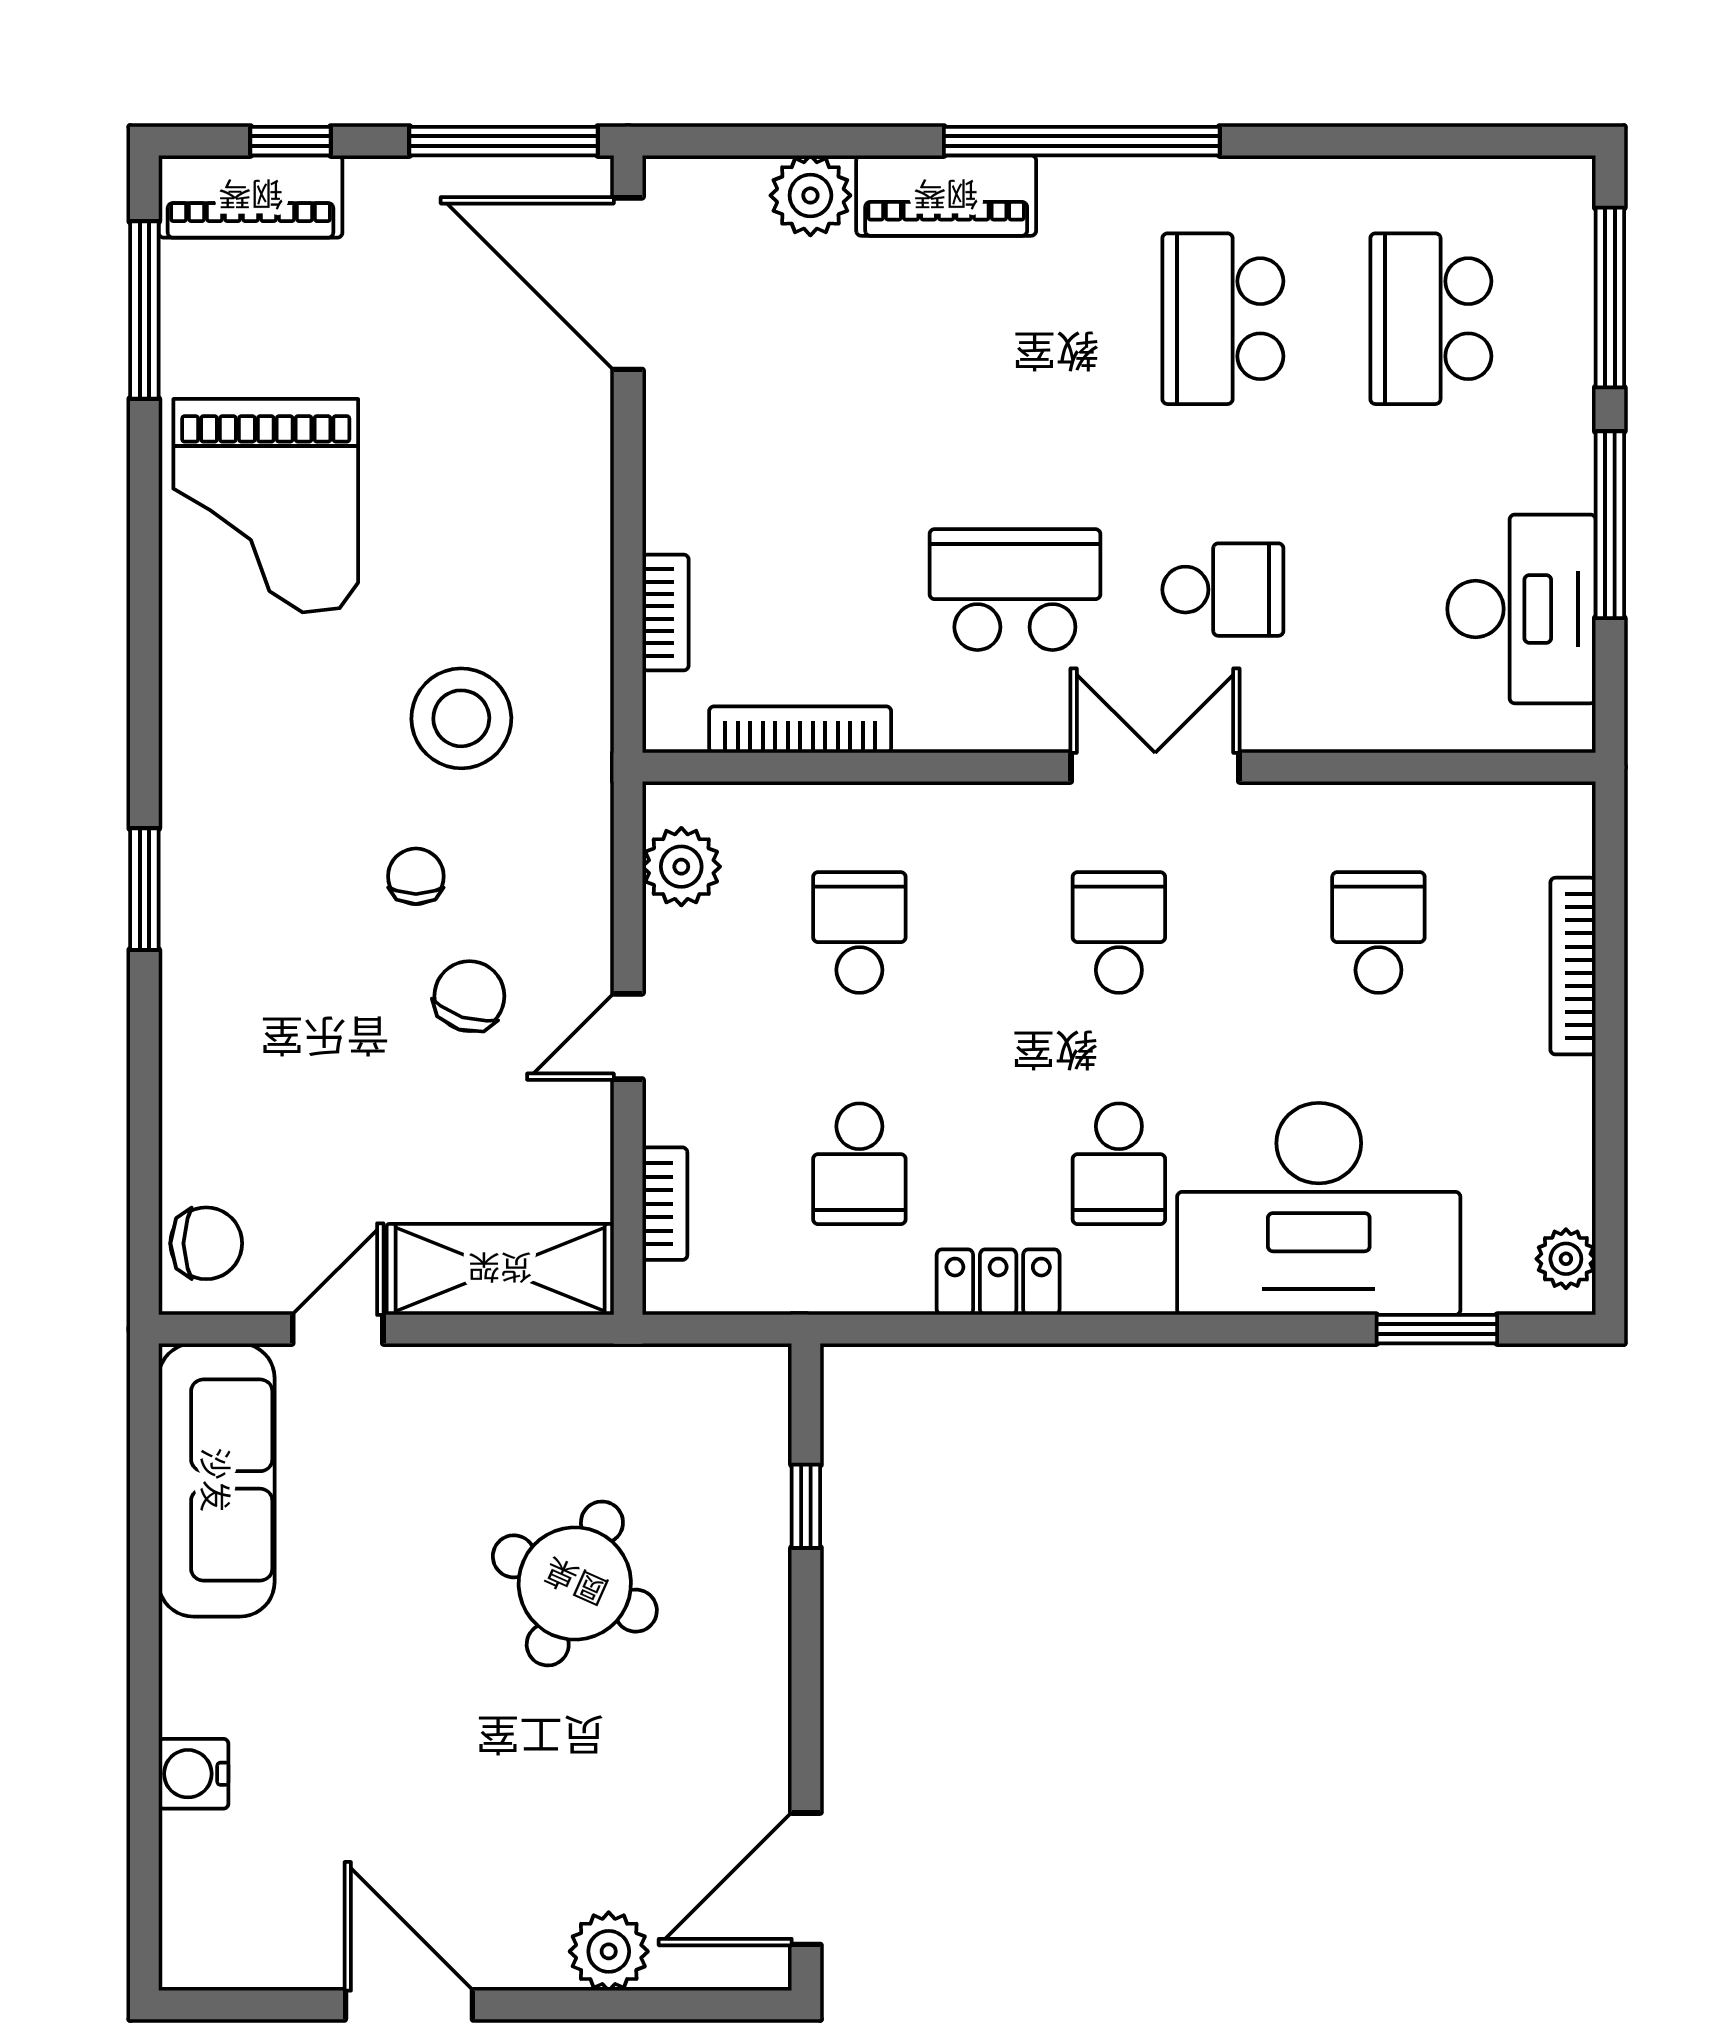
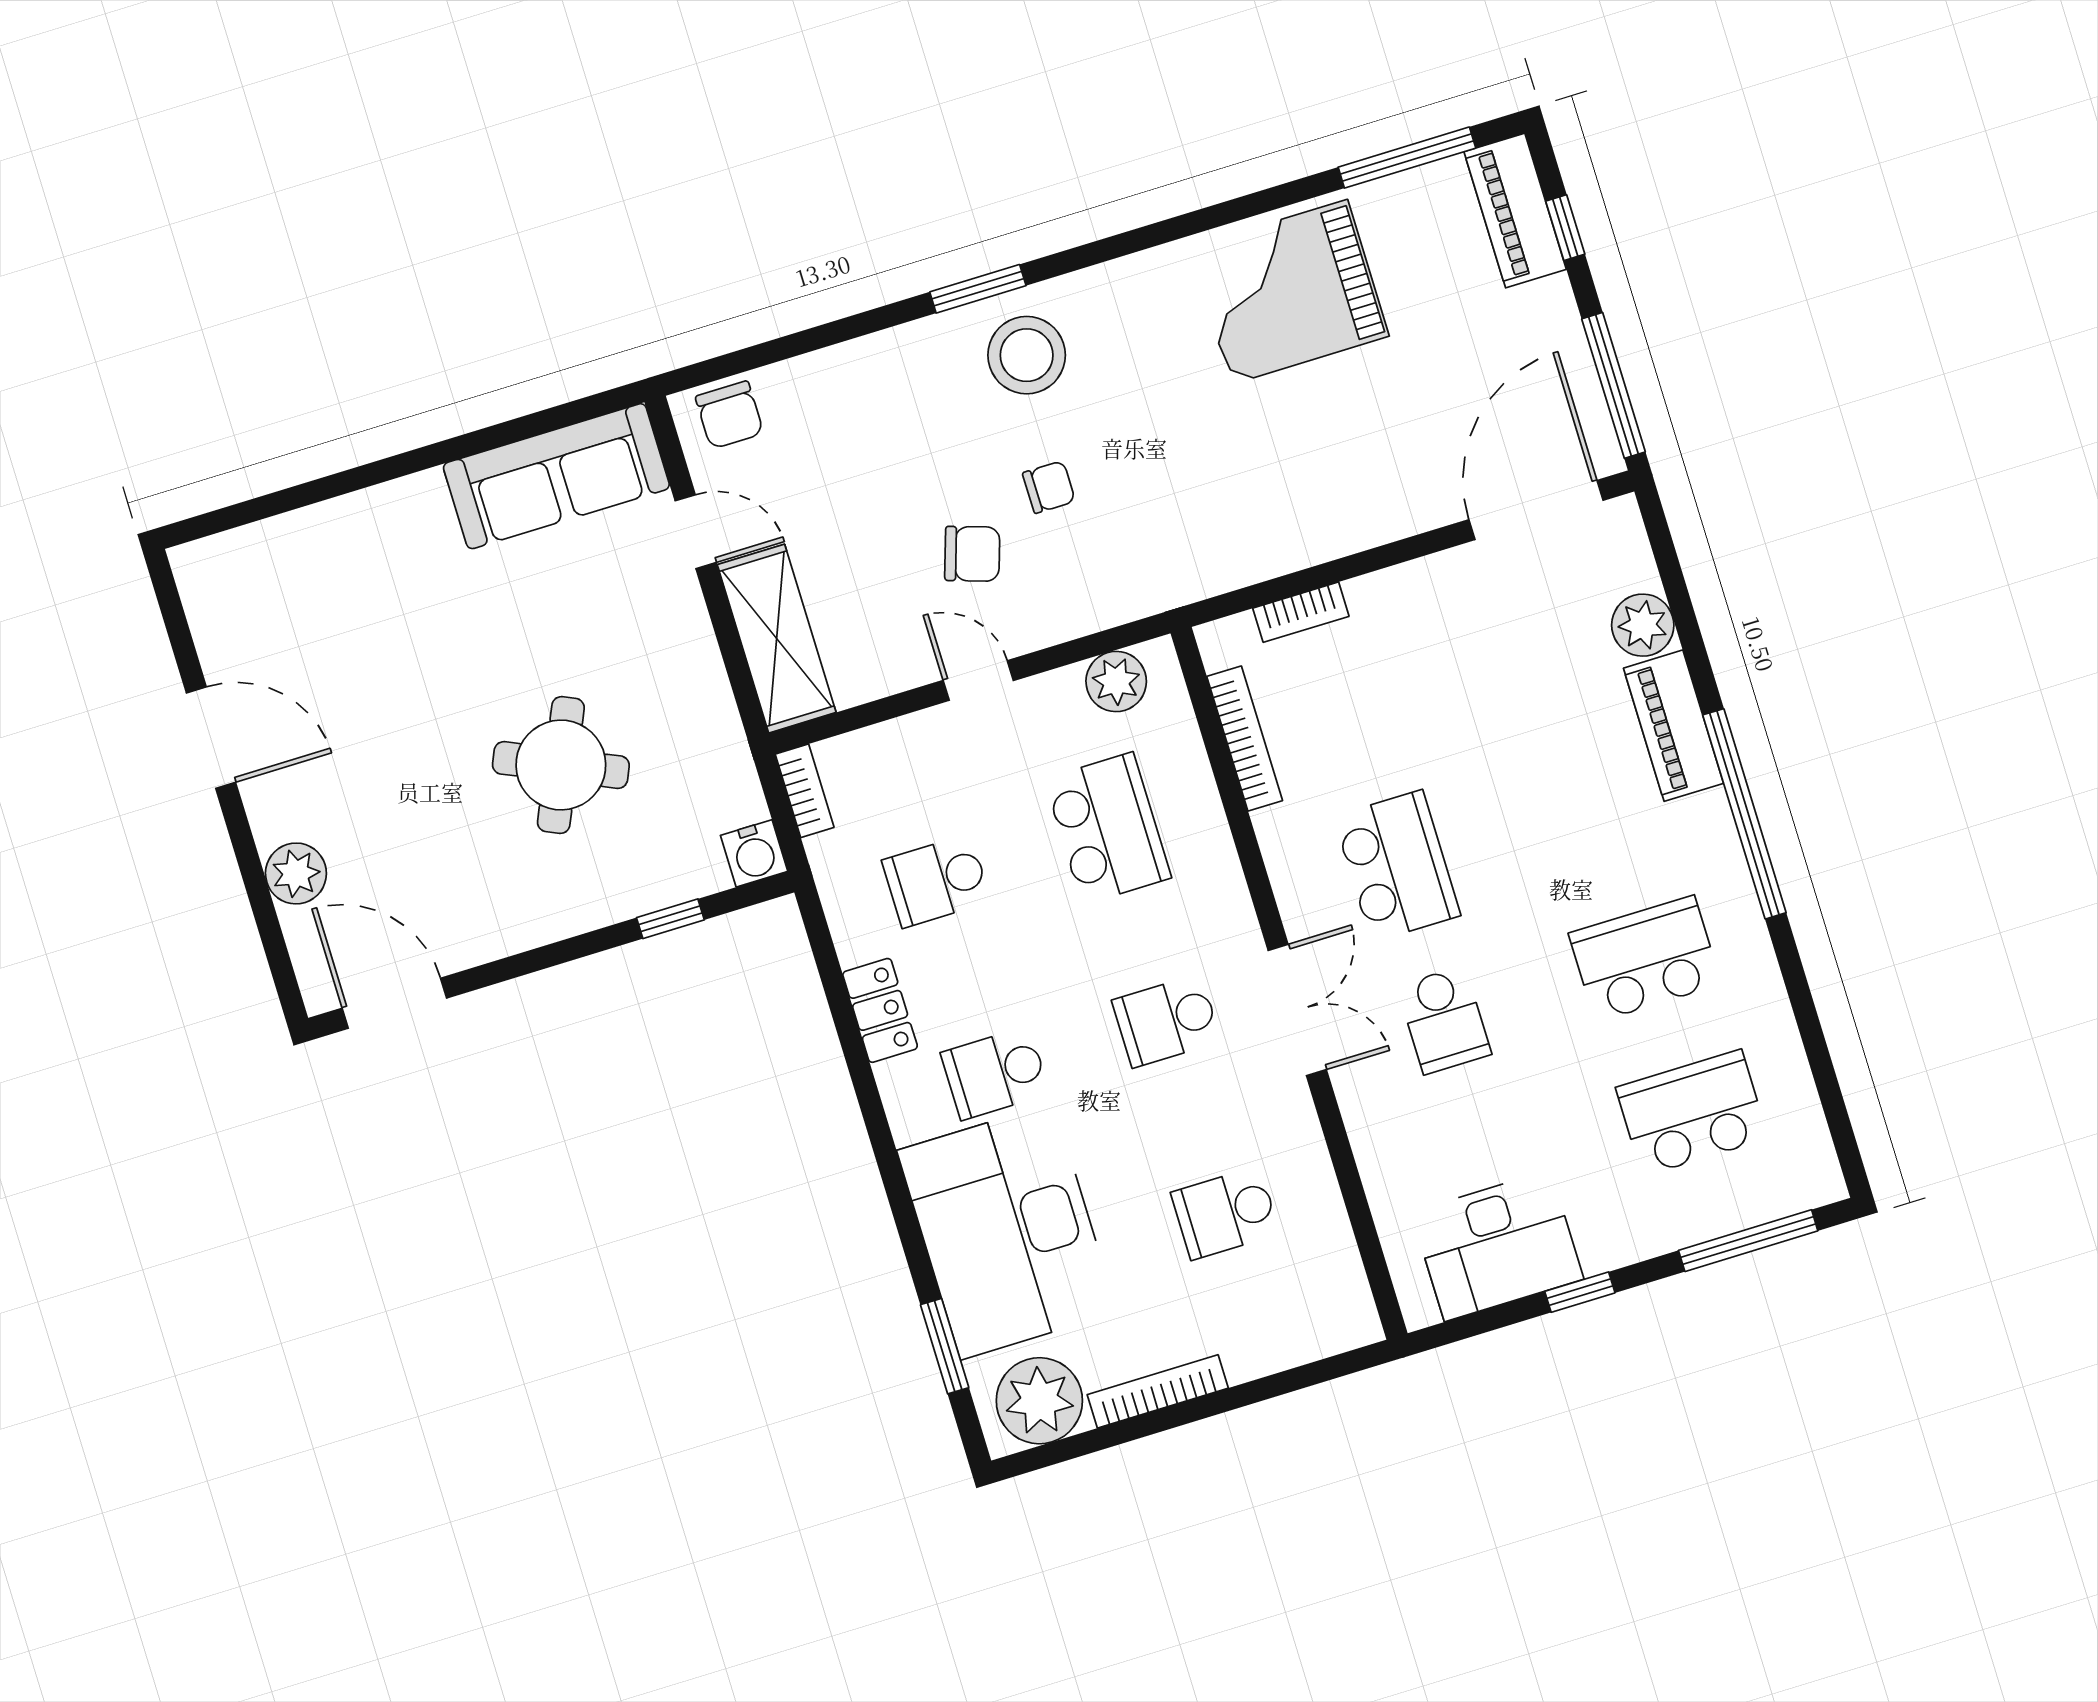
window: (1610, 525) -> (1580, 1292), width x0.46
stool: (461, 718) -> (1027, 355), moved
school desk: (859, 933) -> (1108, 828), width x1.85
school desk: (1119, 933) -> (1166, 1021), turned 180
school desk: (1378, 933) -> (1225, 1213), turned 180
bookcase: (1573, 966) -> (1158, 1391), moved
bookcase: (665, 1204) -> (805, 791), moved, turned -90
plant: (1566, 1259) -> (1039, 1401), width x1.88, depth x1.88
water cooler: (193, 1774) -> (754, 853), moved, turned 180
door: (409, 2005) -> (211, 738), hinge flipped

